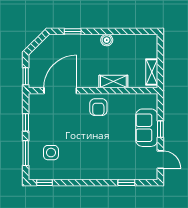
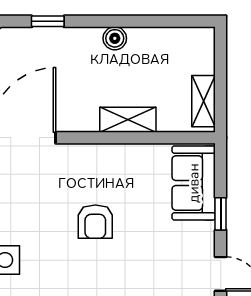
armchair: (98, 107) -> (95, 222), moved
sofa: (147, 128) -> (194, 183), moved

